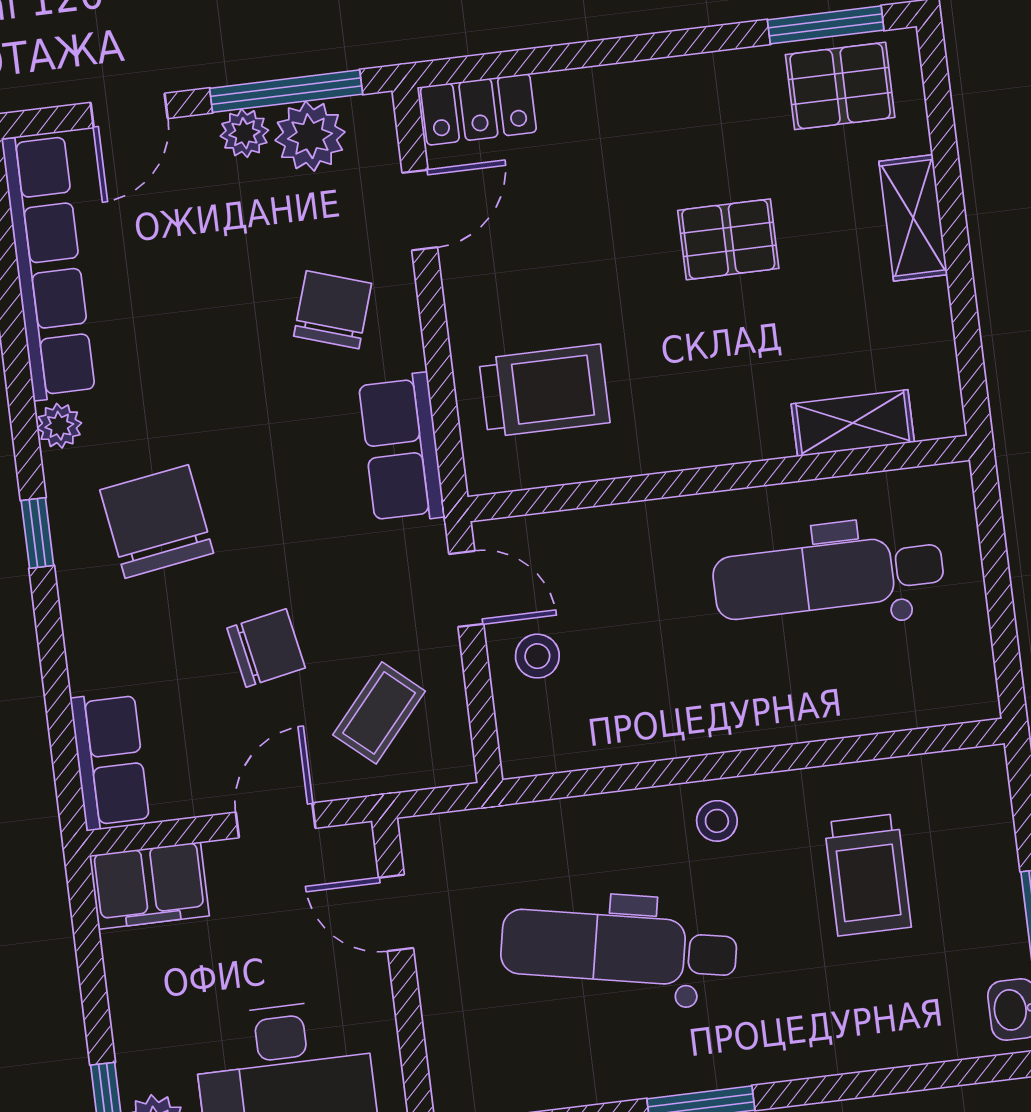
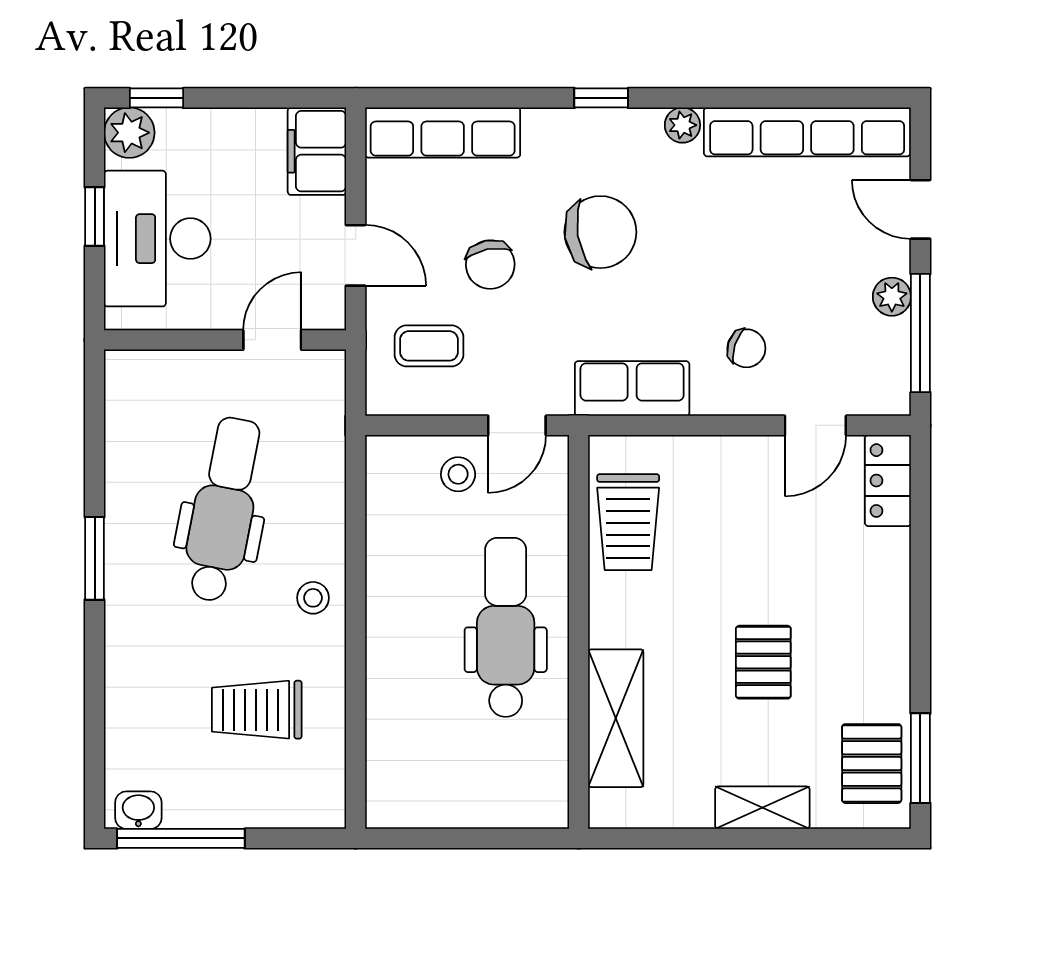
plant: (310, 136) -> (883, 347), removed
door: (420, 210) -> (815, 425), hinge flipped
chair: (333, 310) -> (746, 348), width x0.73, depth x0.73
trolley: (544, 391) -> (628, 522), moved
shelving: (853, 423) -> (616, 718), width x1.50, depth x1.33
chair: (157, 521) -> (600, 232), moved
dental chair: (828, 576) -> (506, 627), moved
coffee table: (379, 713) -> (429, 346), turned -41
row of seats: (110, 761) -> (443, 132), width x1.48

